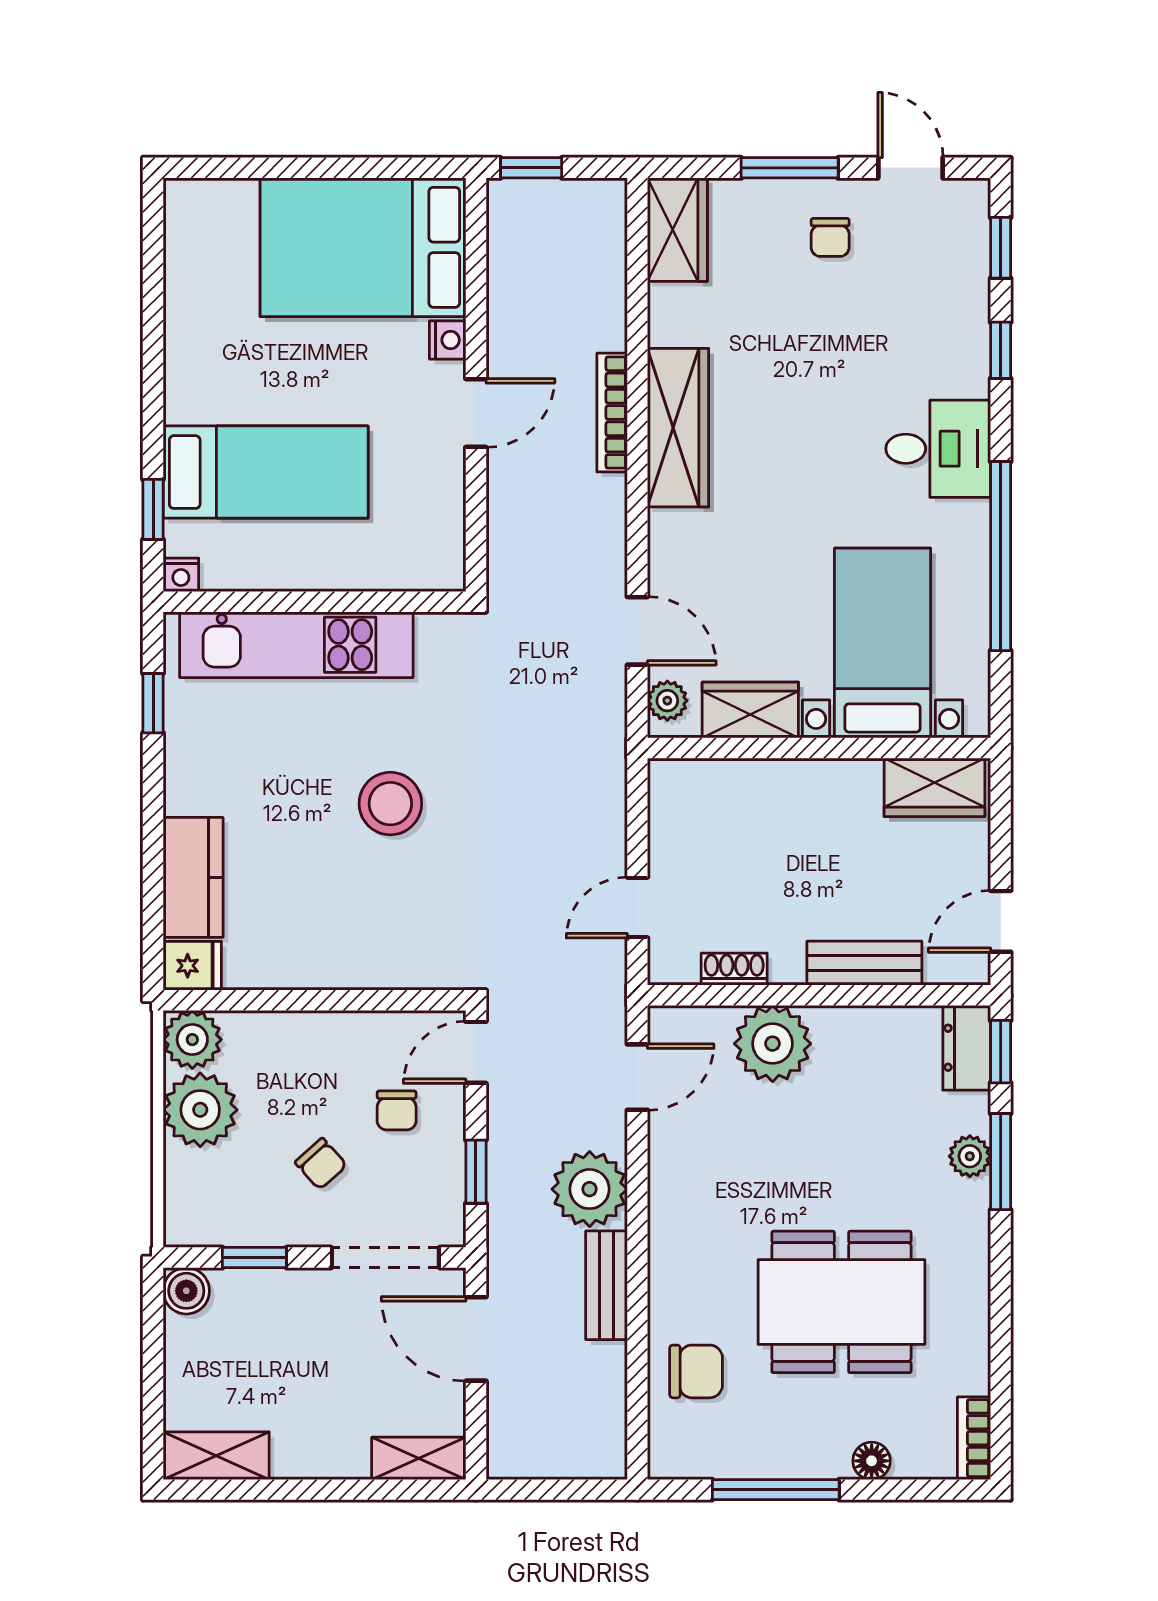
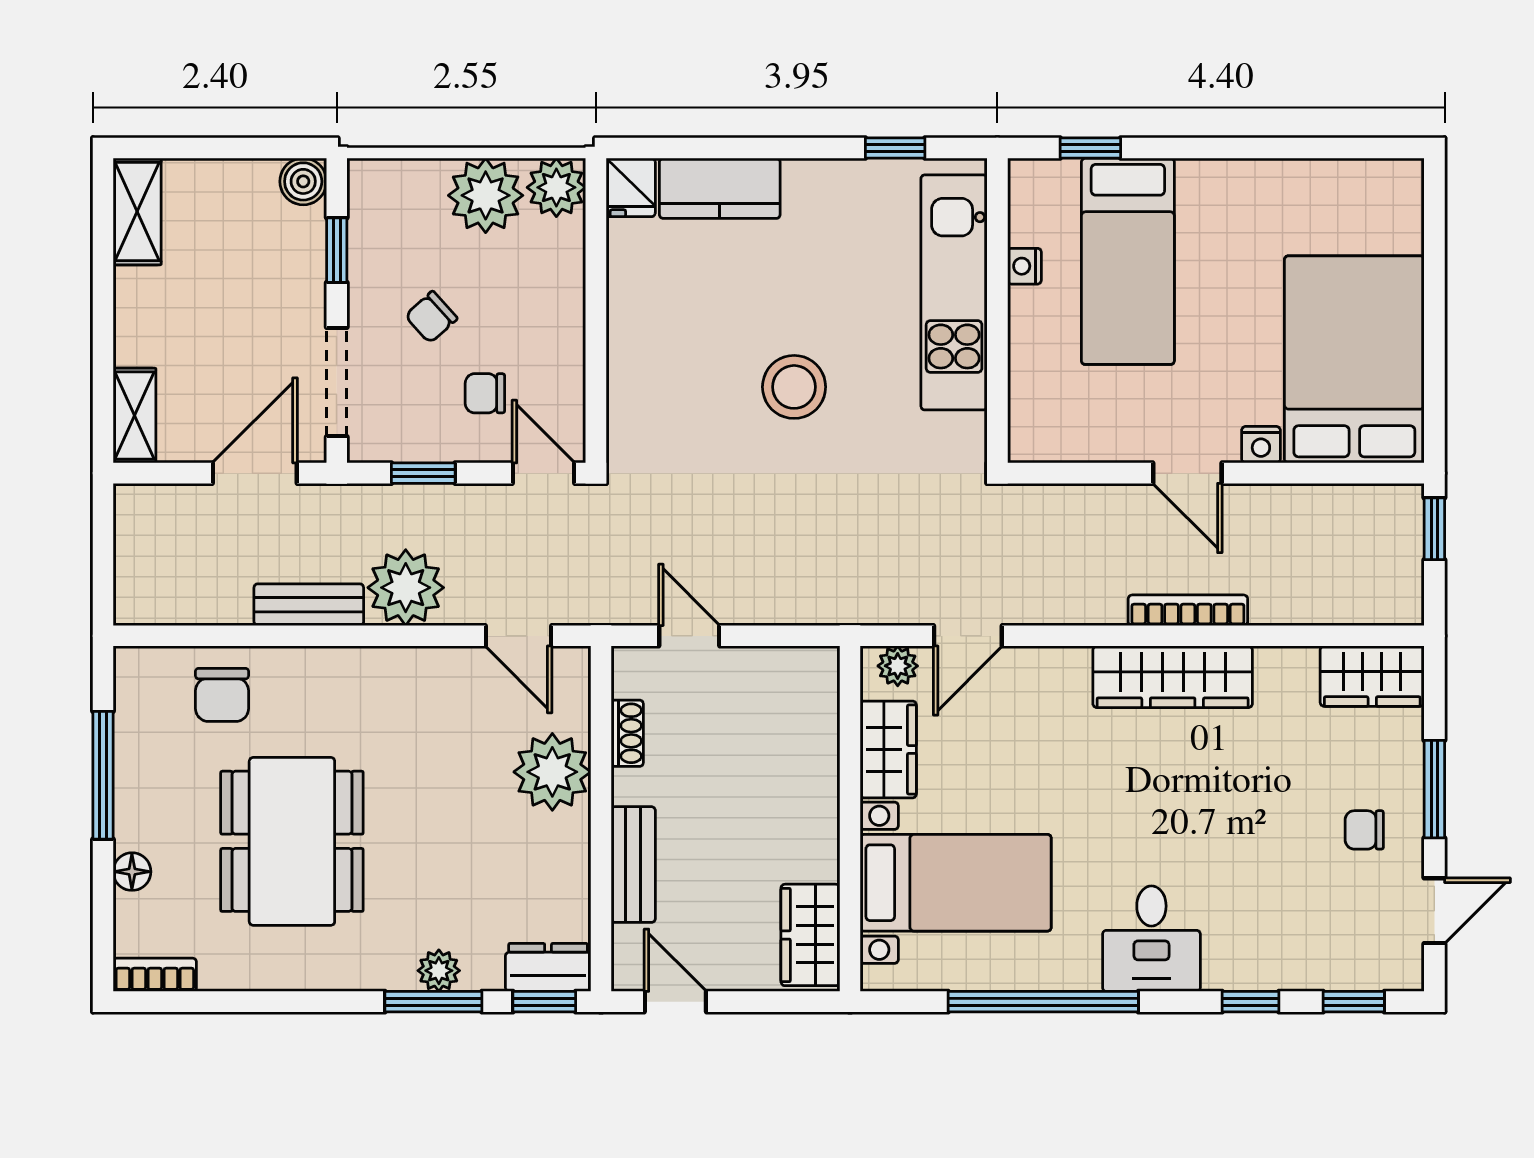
nightstand: (181, 575) -> (1024, 266), moved

